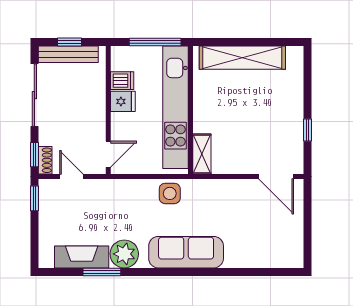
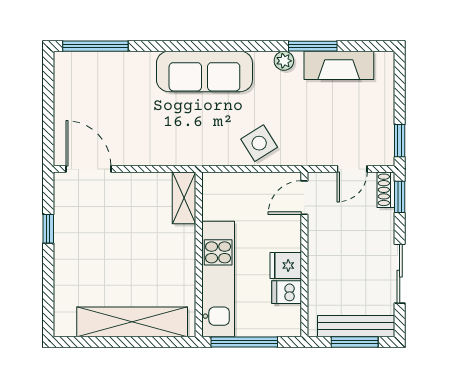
window: (69, 42) -> (355, 342), width x1.50
sliding door: (34, 95) -> (400, 274), width x0.73
kitchen unit: (175, 107) -> (218, 279), width x0.73
door: (71, 177) -> (352, 169), hinge flipped
side table: (170, 193) -> (259, 143), moved, turned -32
plant: (124, 254) -> (284, 61), width x0.53, depth x0.53
window: (271, 272) -> (95, 46), added

